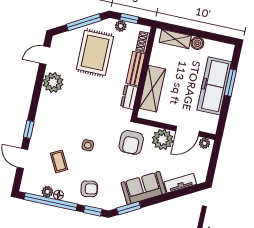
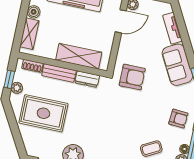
window: (84, 22) -> (13, 124), removed
door: (187, 131) -> (121, 21), hinge flipped
plant: (163, 140) -> (129, 46), removed
side table: (88, 145) -> (135, 120), removed
armchair: (89, 189) -> (178, 119), turned 104

